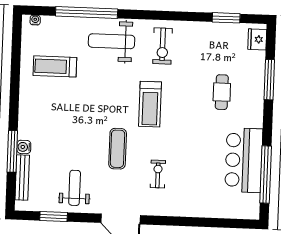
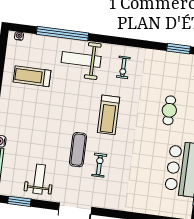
exercise bike: (163, 46) -> (123, 67), width x0.73, depth x0.72
exercise bike: (158, 174) -> (99, 165), moved

